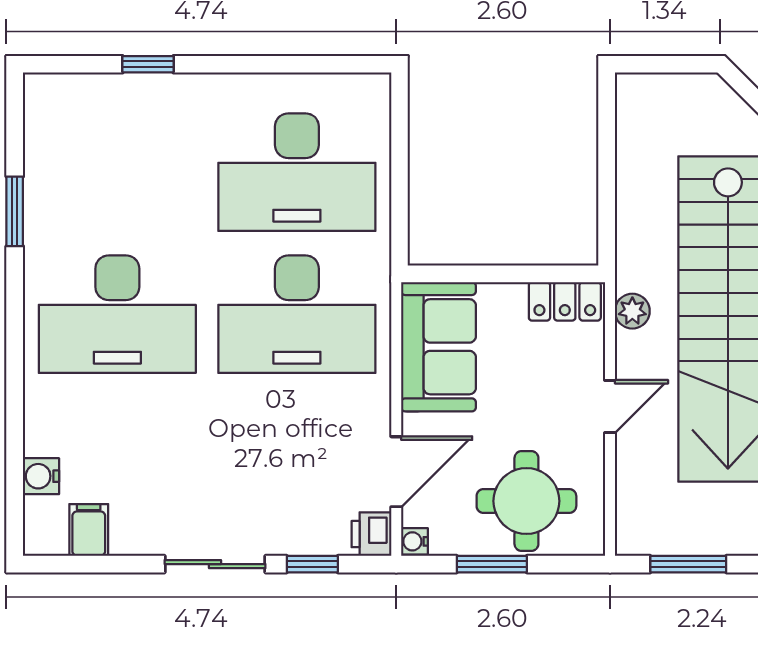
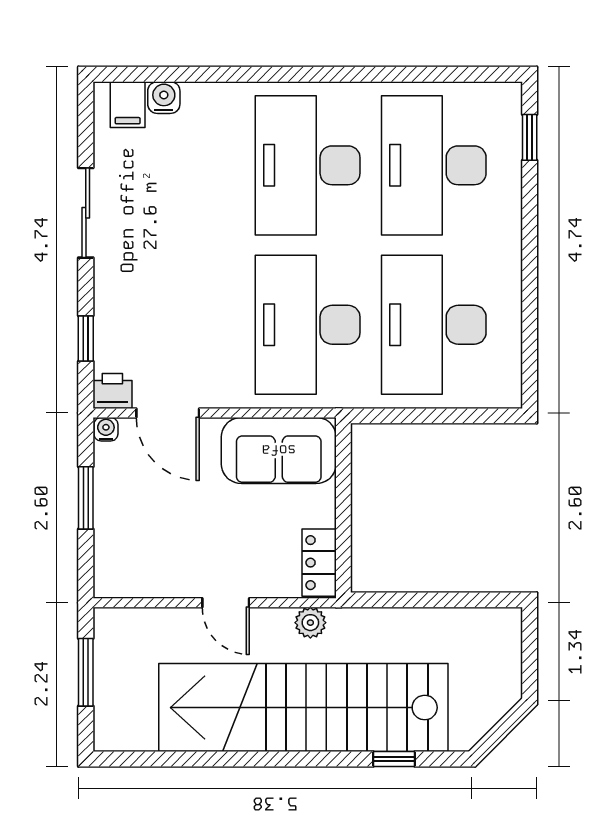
window: (148, 64) -> (530, 137), moved
desk: (117, 172) -> (434, 165), added
window: (15, 211) -> (399, 74), removed
round table: (526, 501) -> (142, 529), removed
filing cabinet: (89, 530) -> (128, 105), moved, turned 90
sliding door: (215, 564) -> (86, 213), moved

